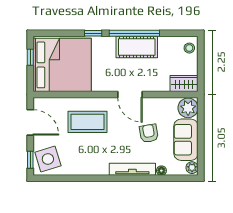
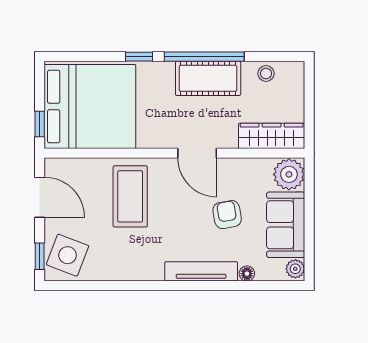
stool: (189, 48) -> (266, 74), moved
window: (30, 57) -> (40, 124), moved
wardrobe: (184, 83) -> (272, 136), width x1.50
coffee table: (88, 122) -> (130, 196), turned 90
side table: (48, 159) -> (68, 255), turned 38

